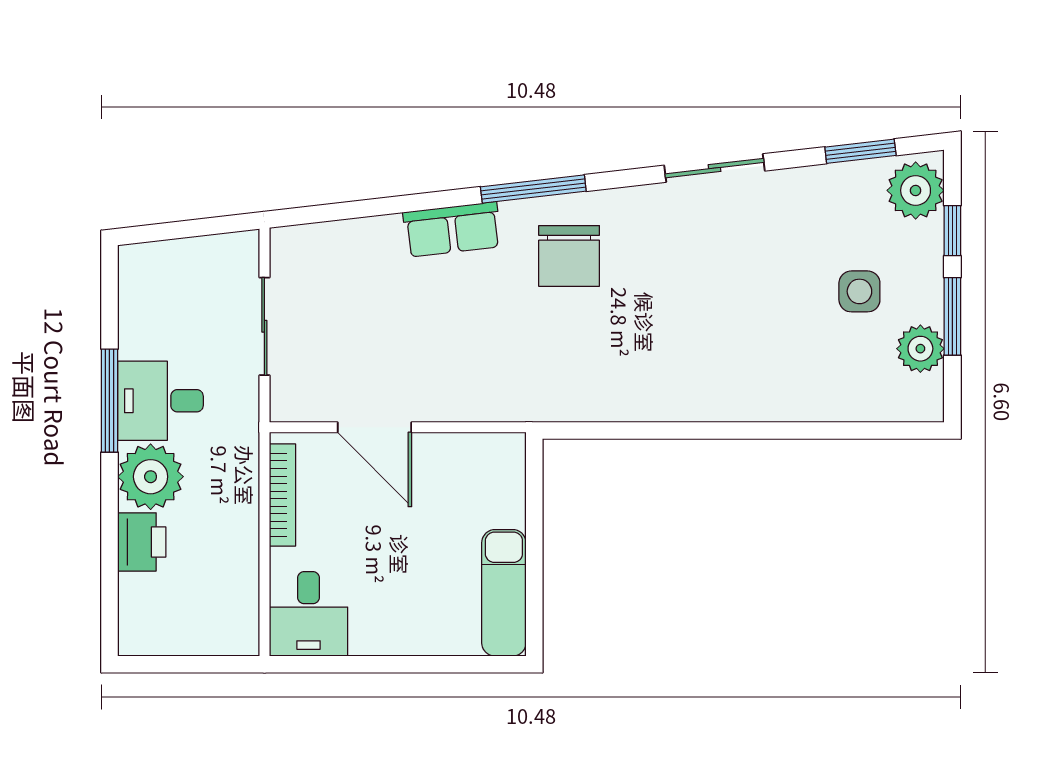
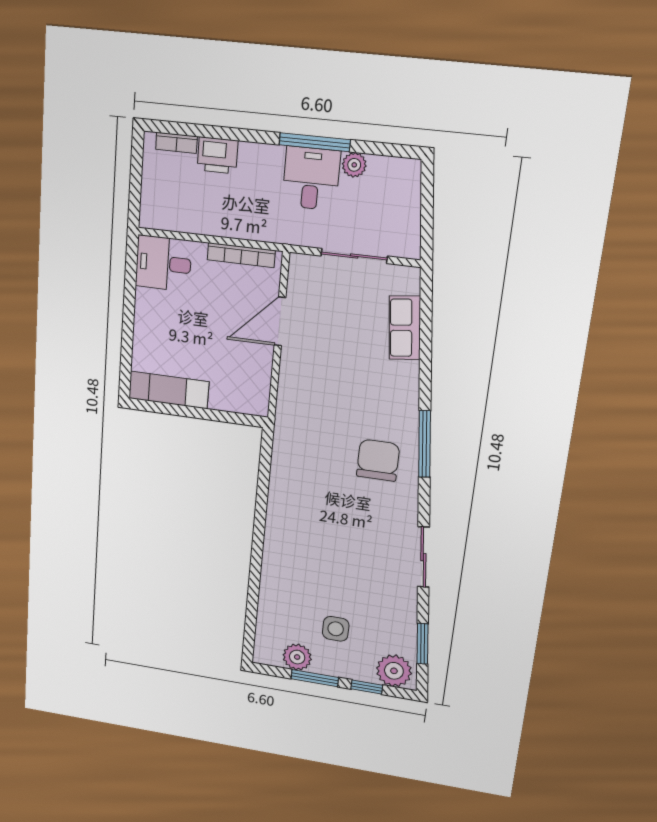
row of seats: (452, 229) -> (405, 328), moved
chair: (569, 256) -> (378, 460), turned 90
plant: (151, 477) -> (354, 165), moved, width x0.53, depth x0.53
bookcase: (130, 605) -> (176, 143), added

